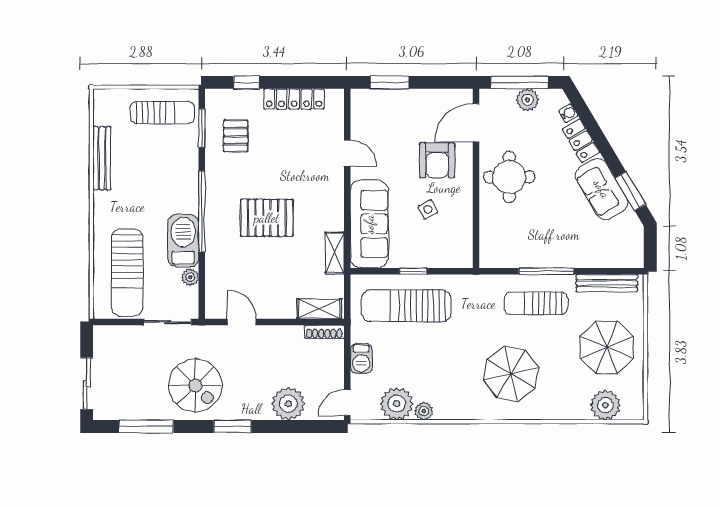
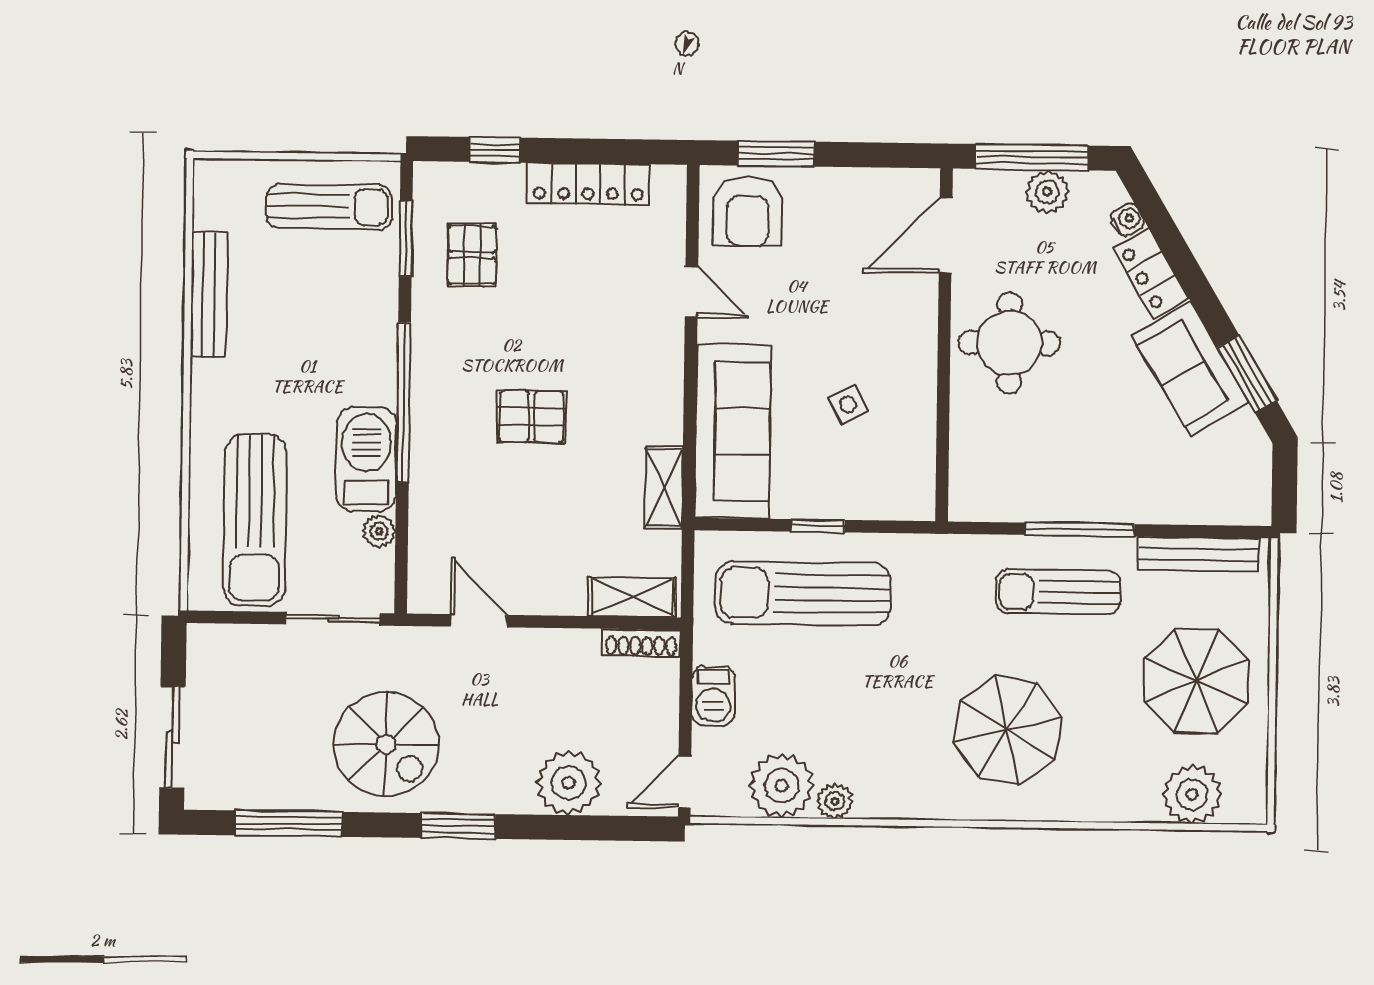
armchair: (437, 160) -> (748, 211), moved
pallet: (267, 218) -> (531, 417), width x0.67, depth x0.71

